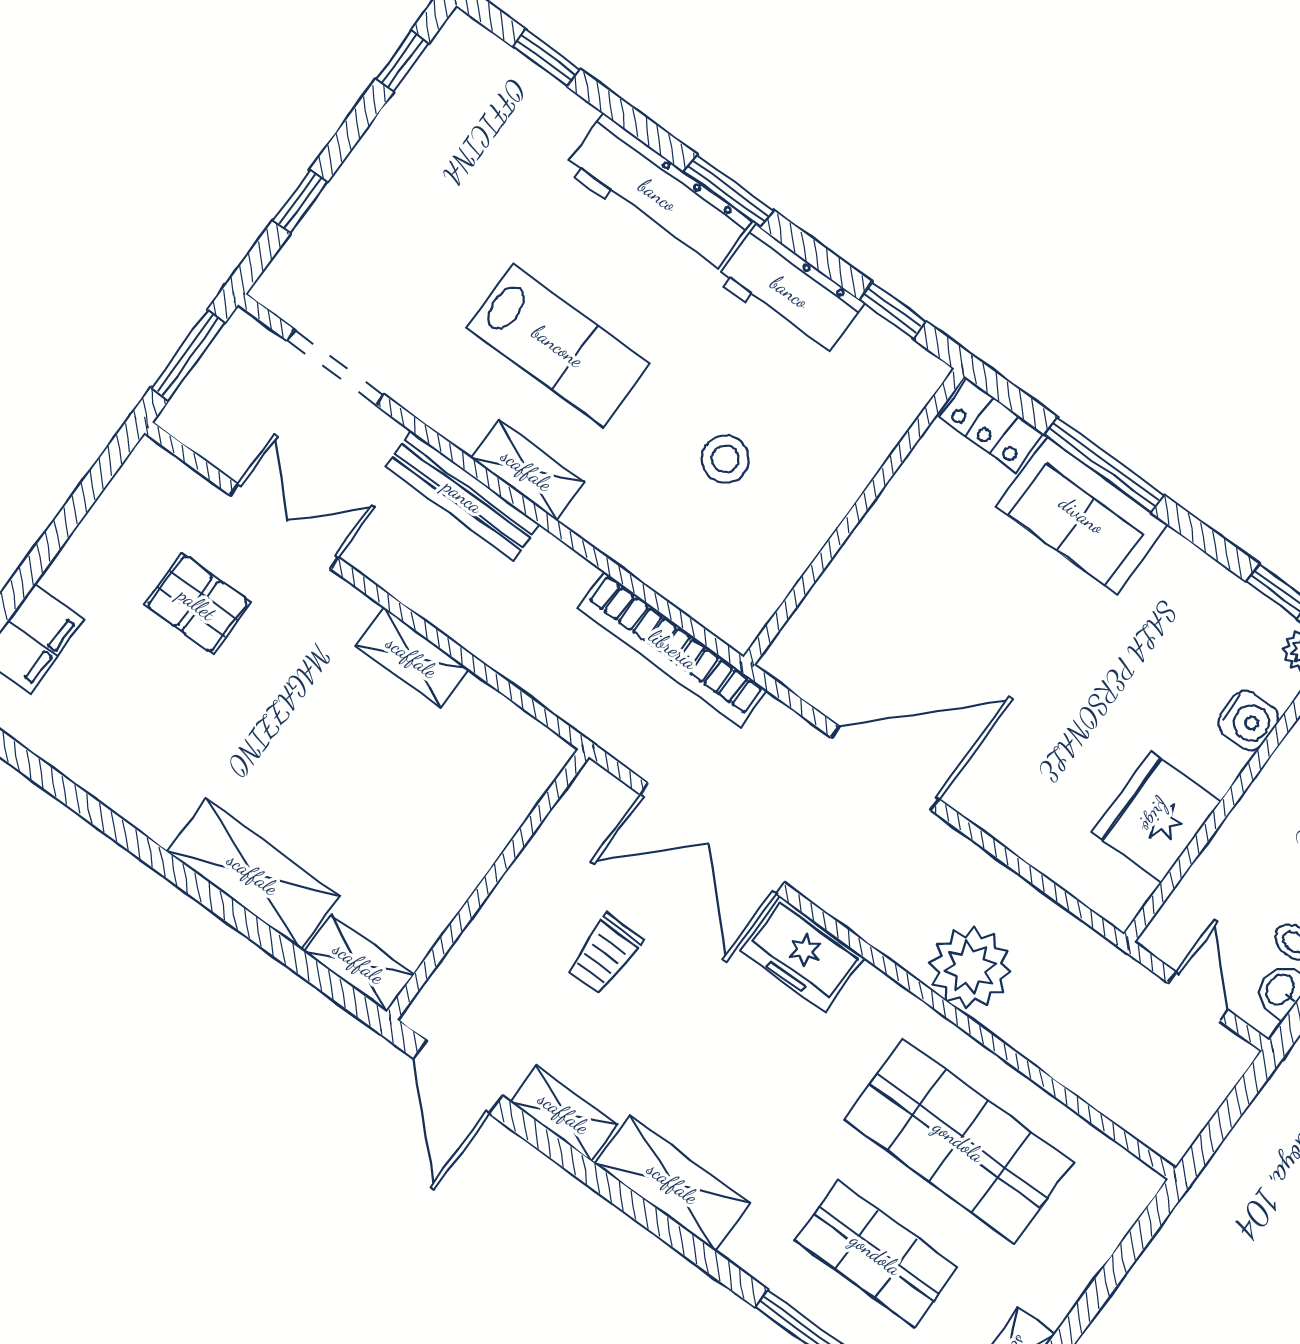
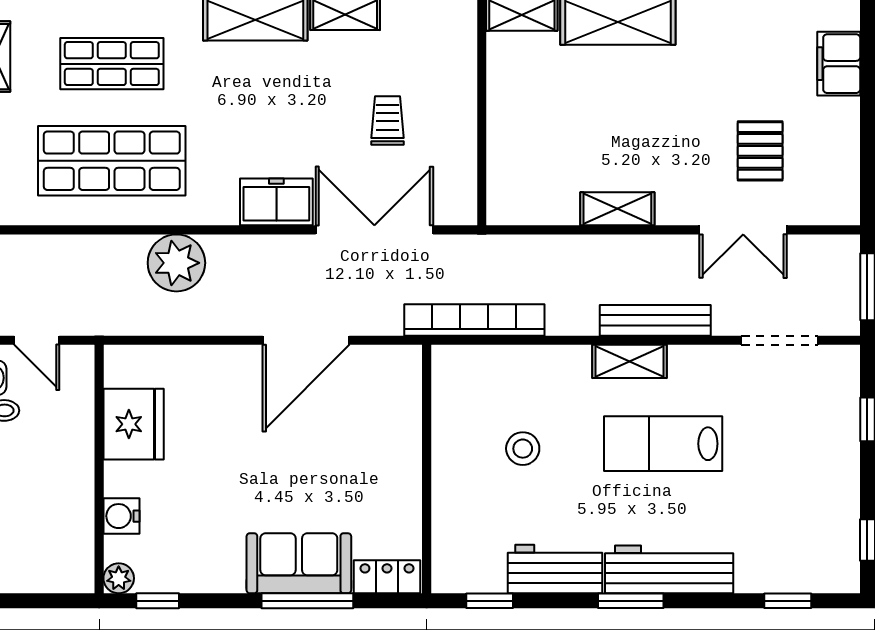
pallet: (197, 604) -> (760, 151), turned 90

